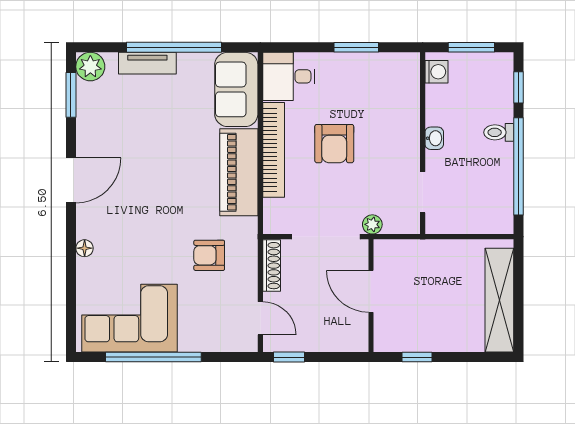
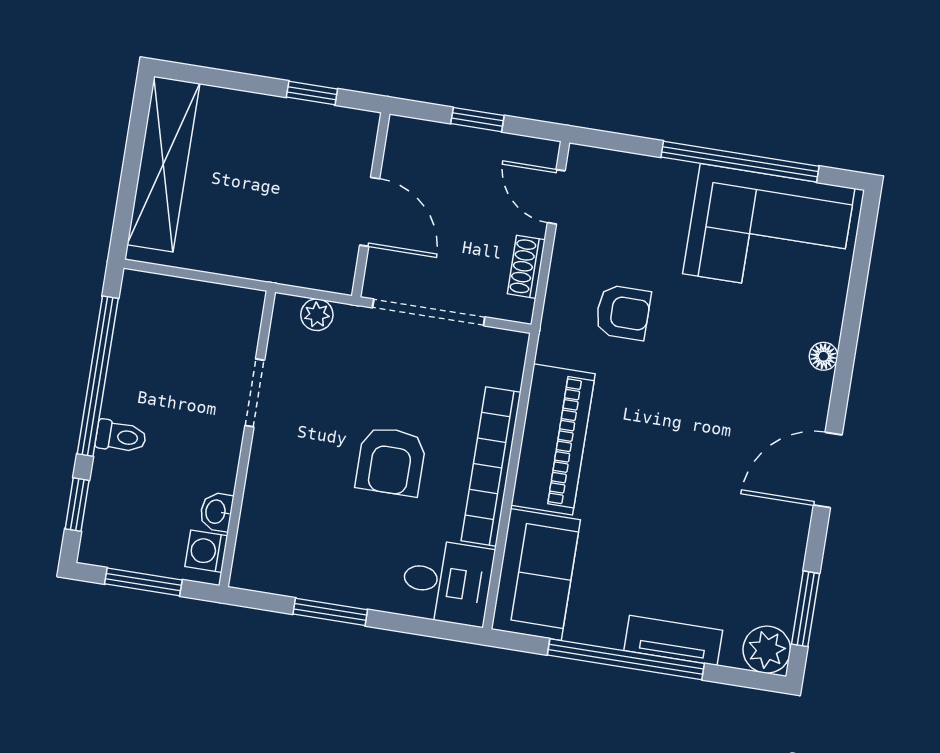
washbasin: (434, 138) -> (216, 512), moved
armchair: (334, 144) -> (391, 461), turned 180
doorway: (423, 192) -> (255, 393), moved
plant: (372, 224) -> (317, 315), moved
shoe rack: (272, 266) -> (526, 267), width x0.70
window: (289, 357) -> (477, 120), moved

